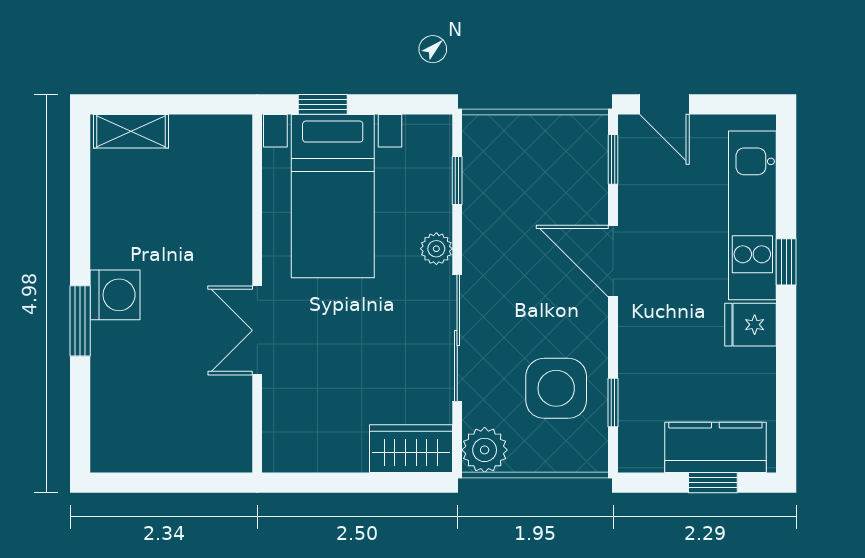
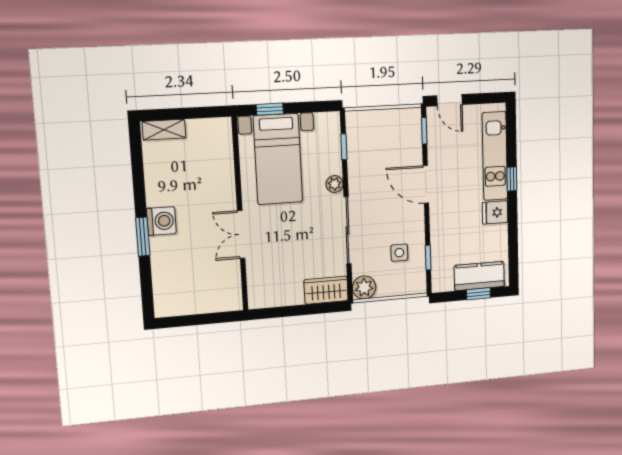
side table: (556, 388) -> (399, 253), width x0.54, depth x0.54

